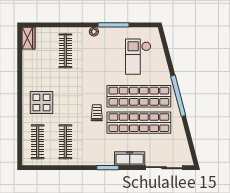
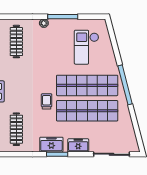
freezer: (102, 158) -> (51, 145), added
freezer: (130, 158) -> (78, 145), width x0.71

